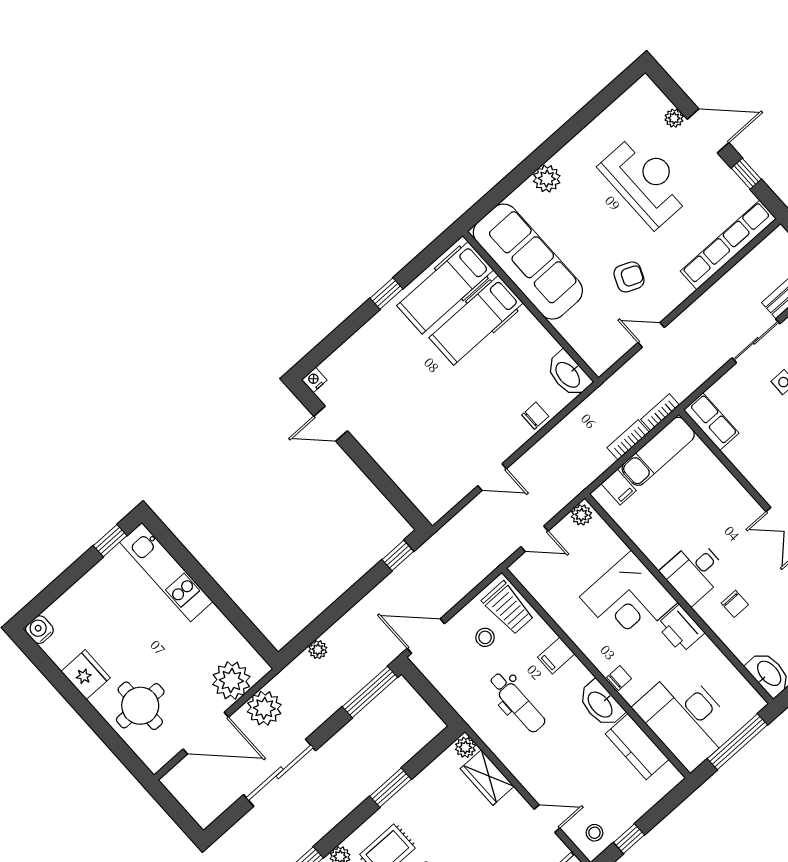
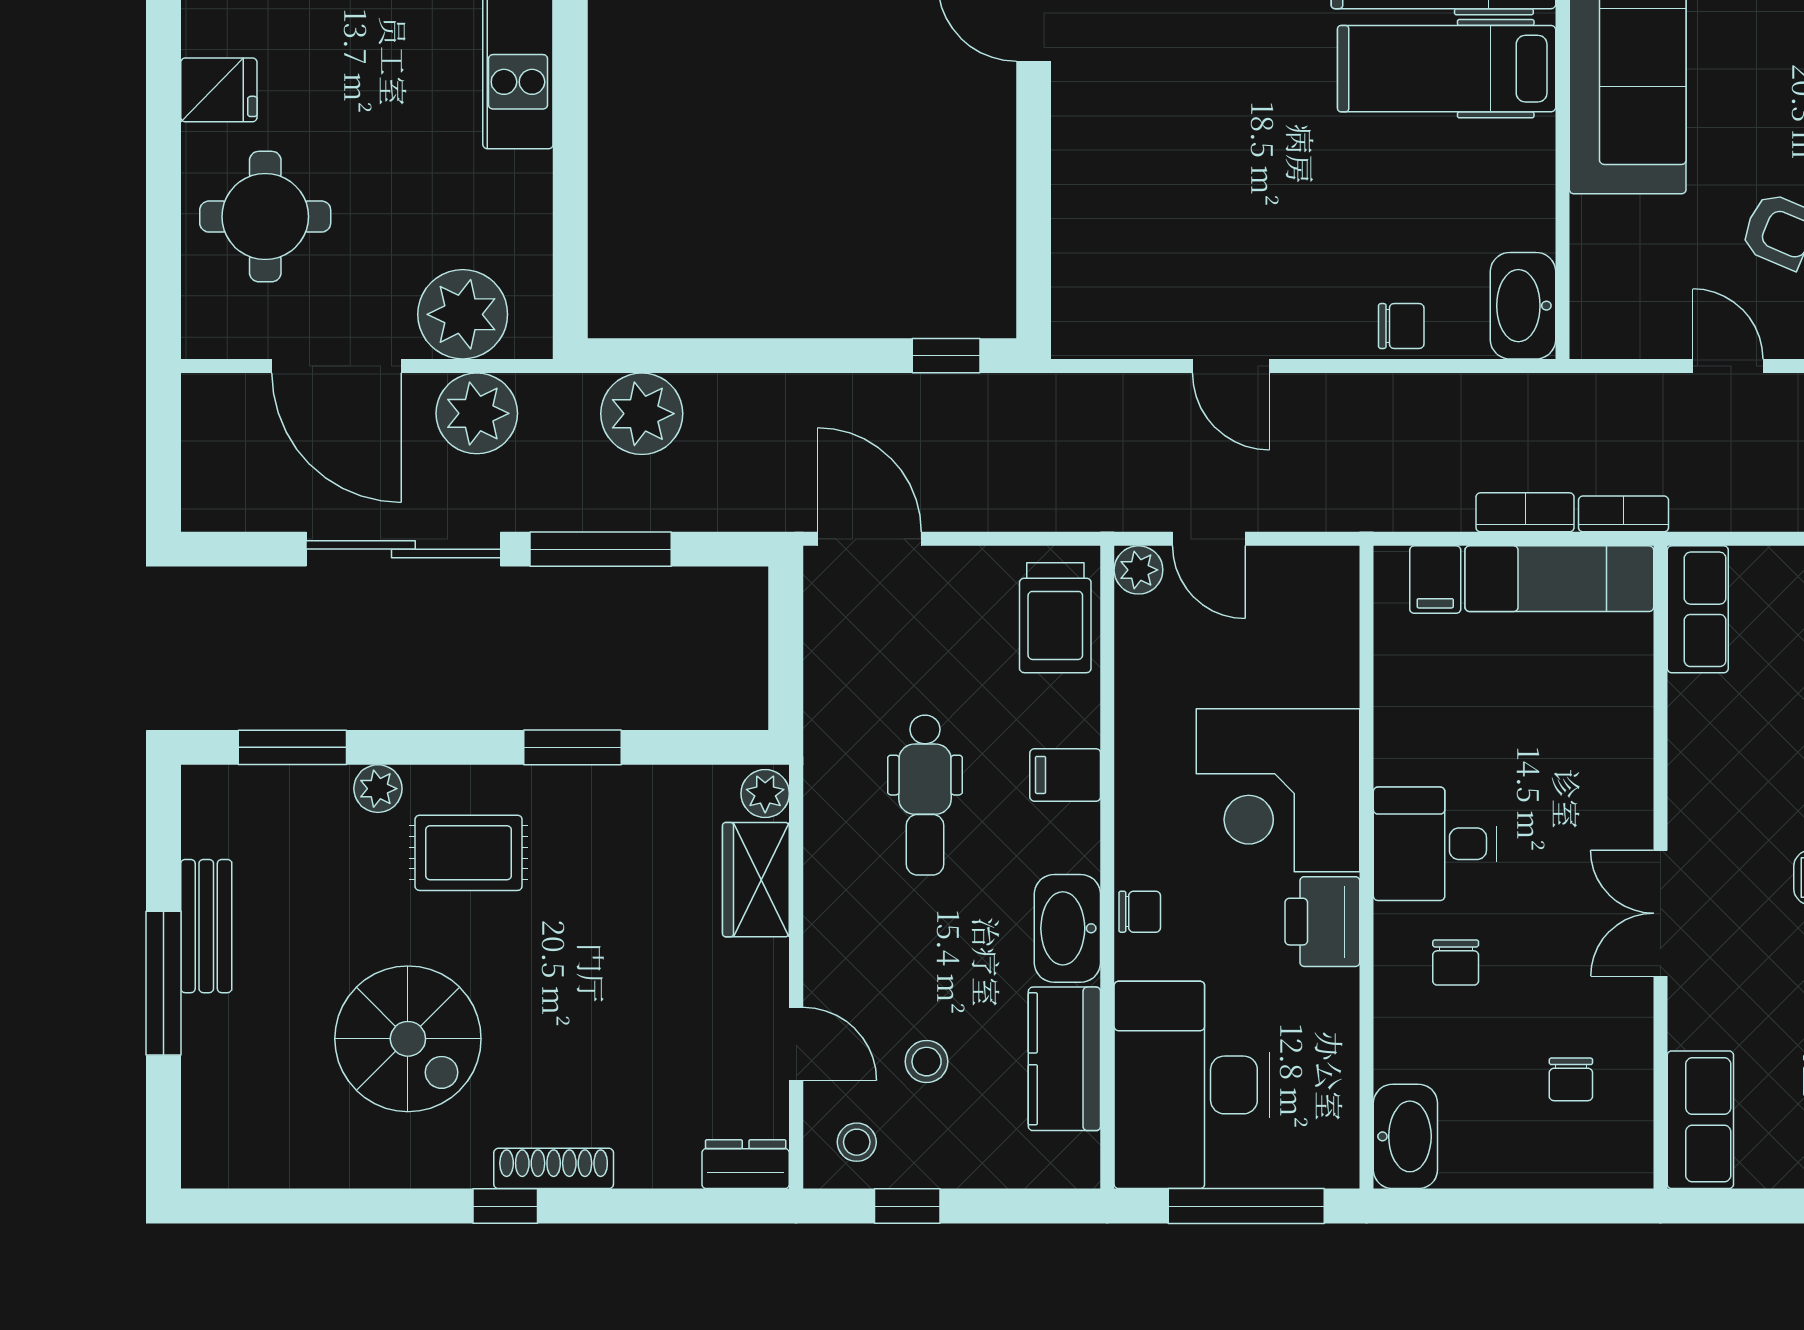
plant: (581, 515) -> (1138, 570), moved
stool: (485, 637) -> (927, 1062), moved
plant: (318, 650) -> (642, 414), width x1.87, depth x1.87
fridge: (86, 675) -> (219, 90), width x0.72
window: (370, 692) -> (601, 549), moved

